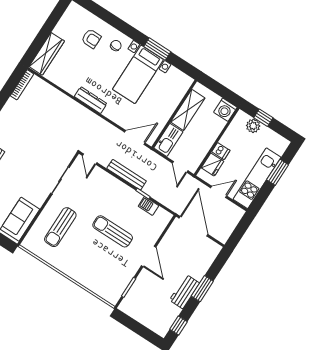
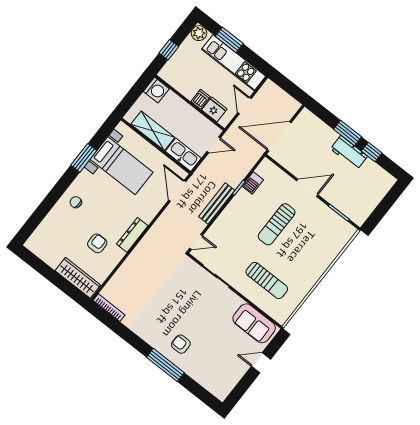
armchair: (91, 39) -> (97, 243), moved
bed with nightstands: (138, 74) -> (121, 166), moved
plant: (253, 126) -> (199, 33), moved
window: (178, 325) -> (372, 152), moved

